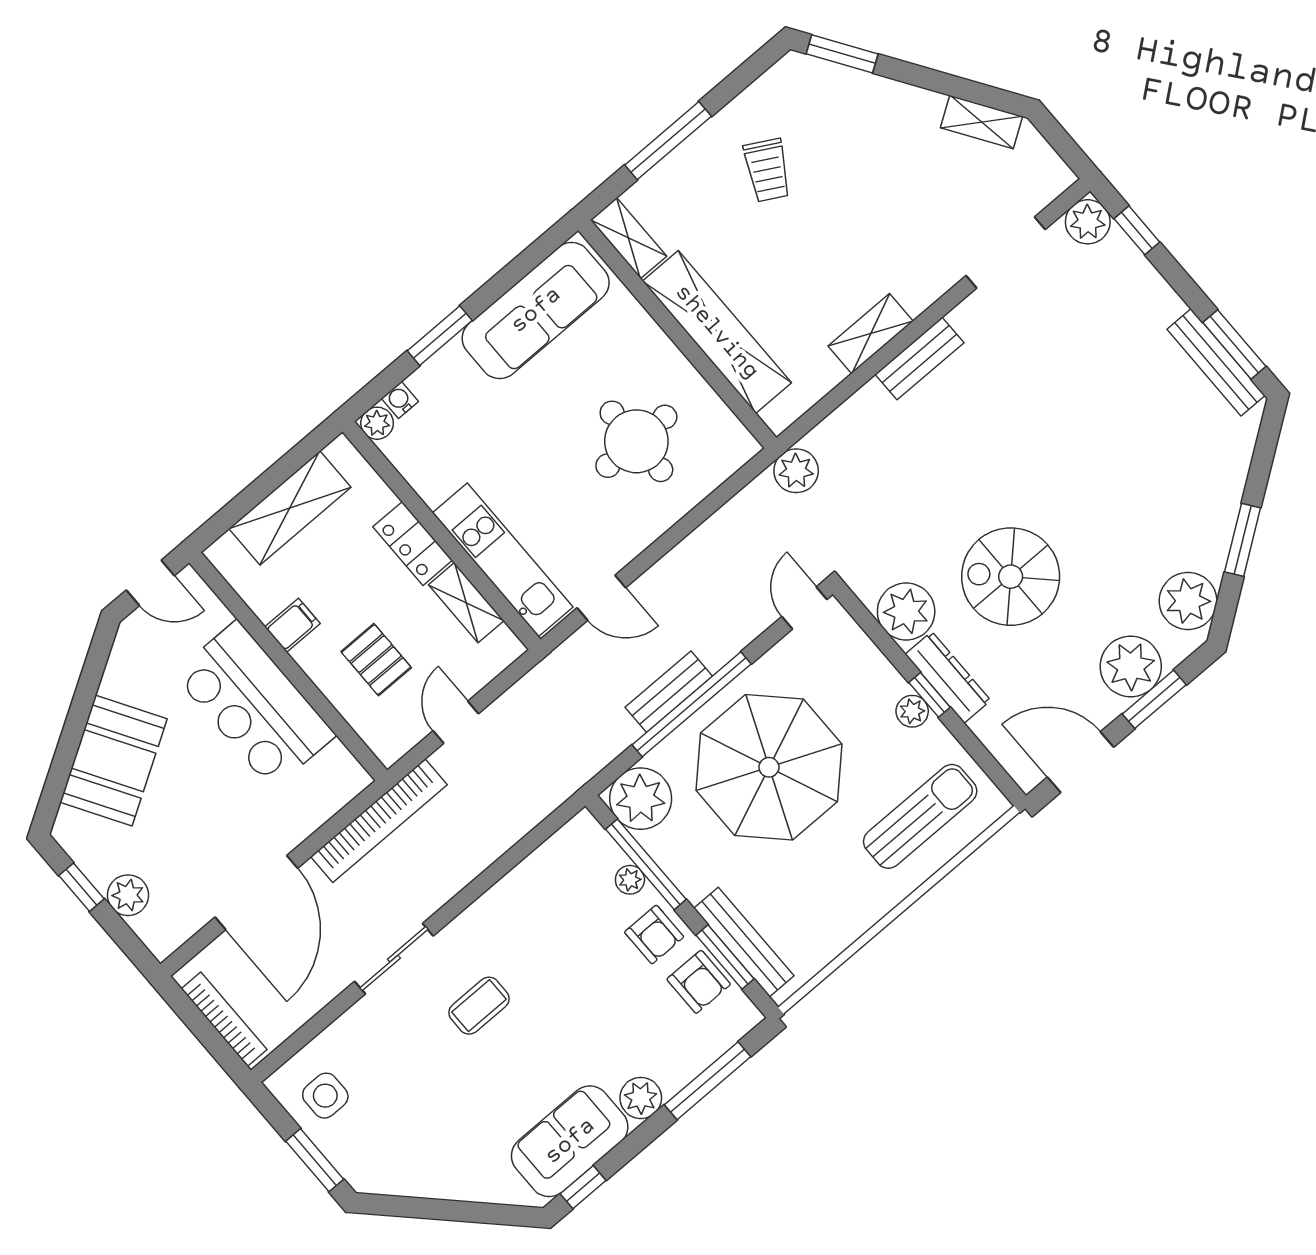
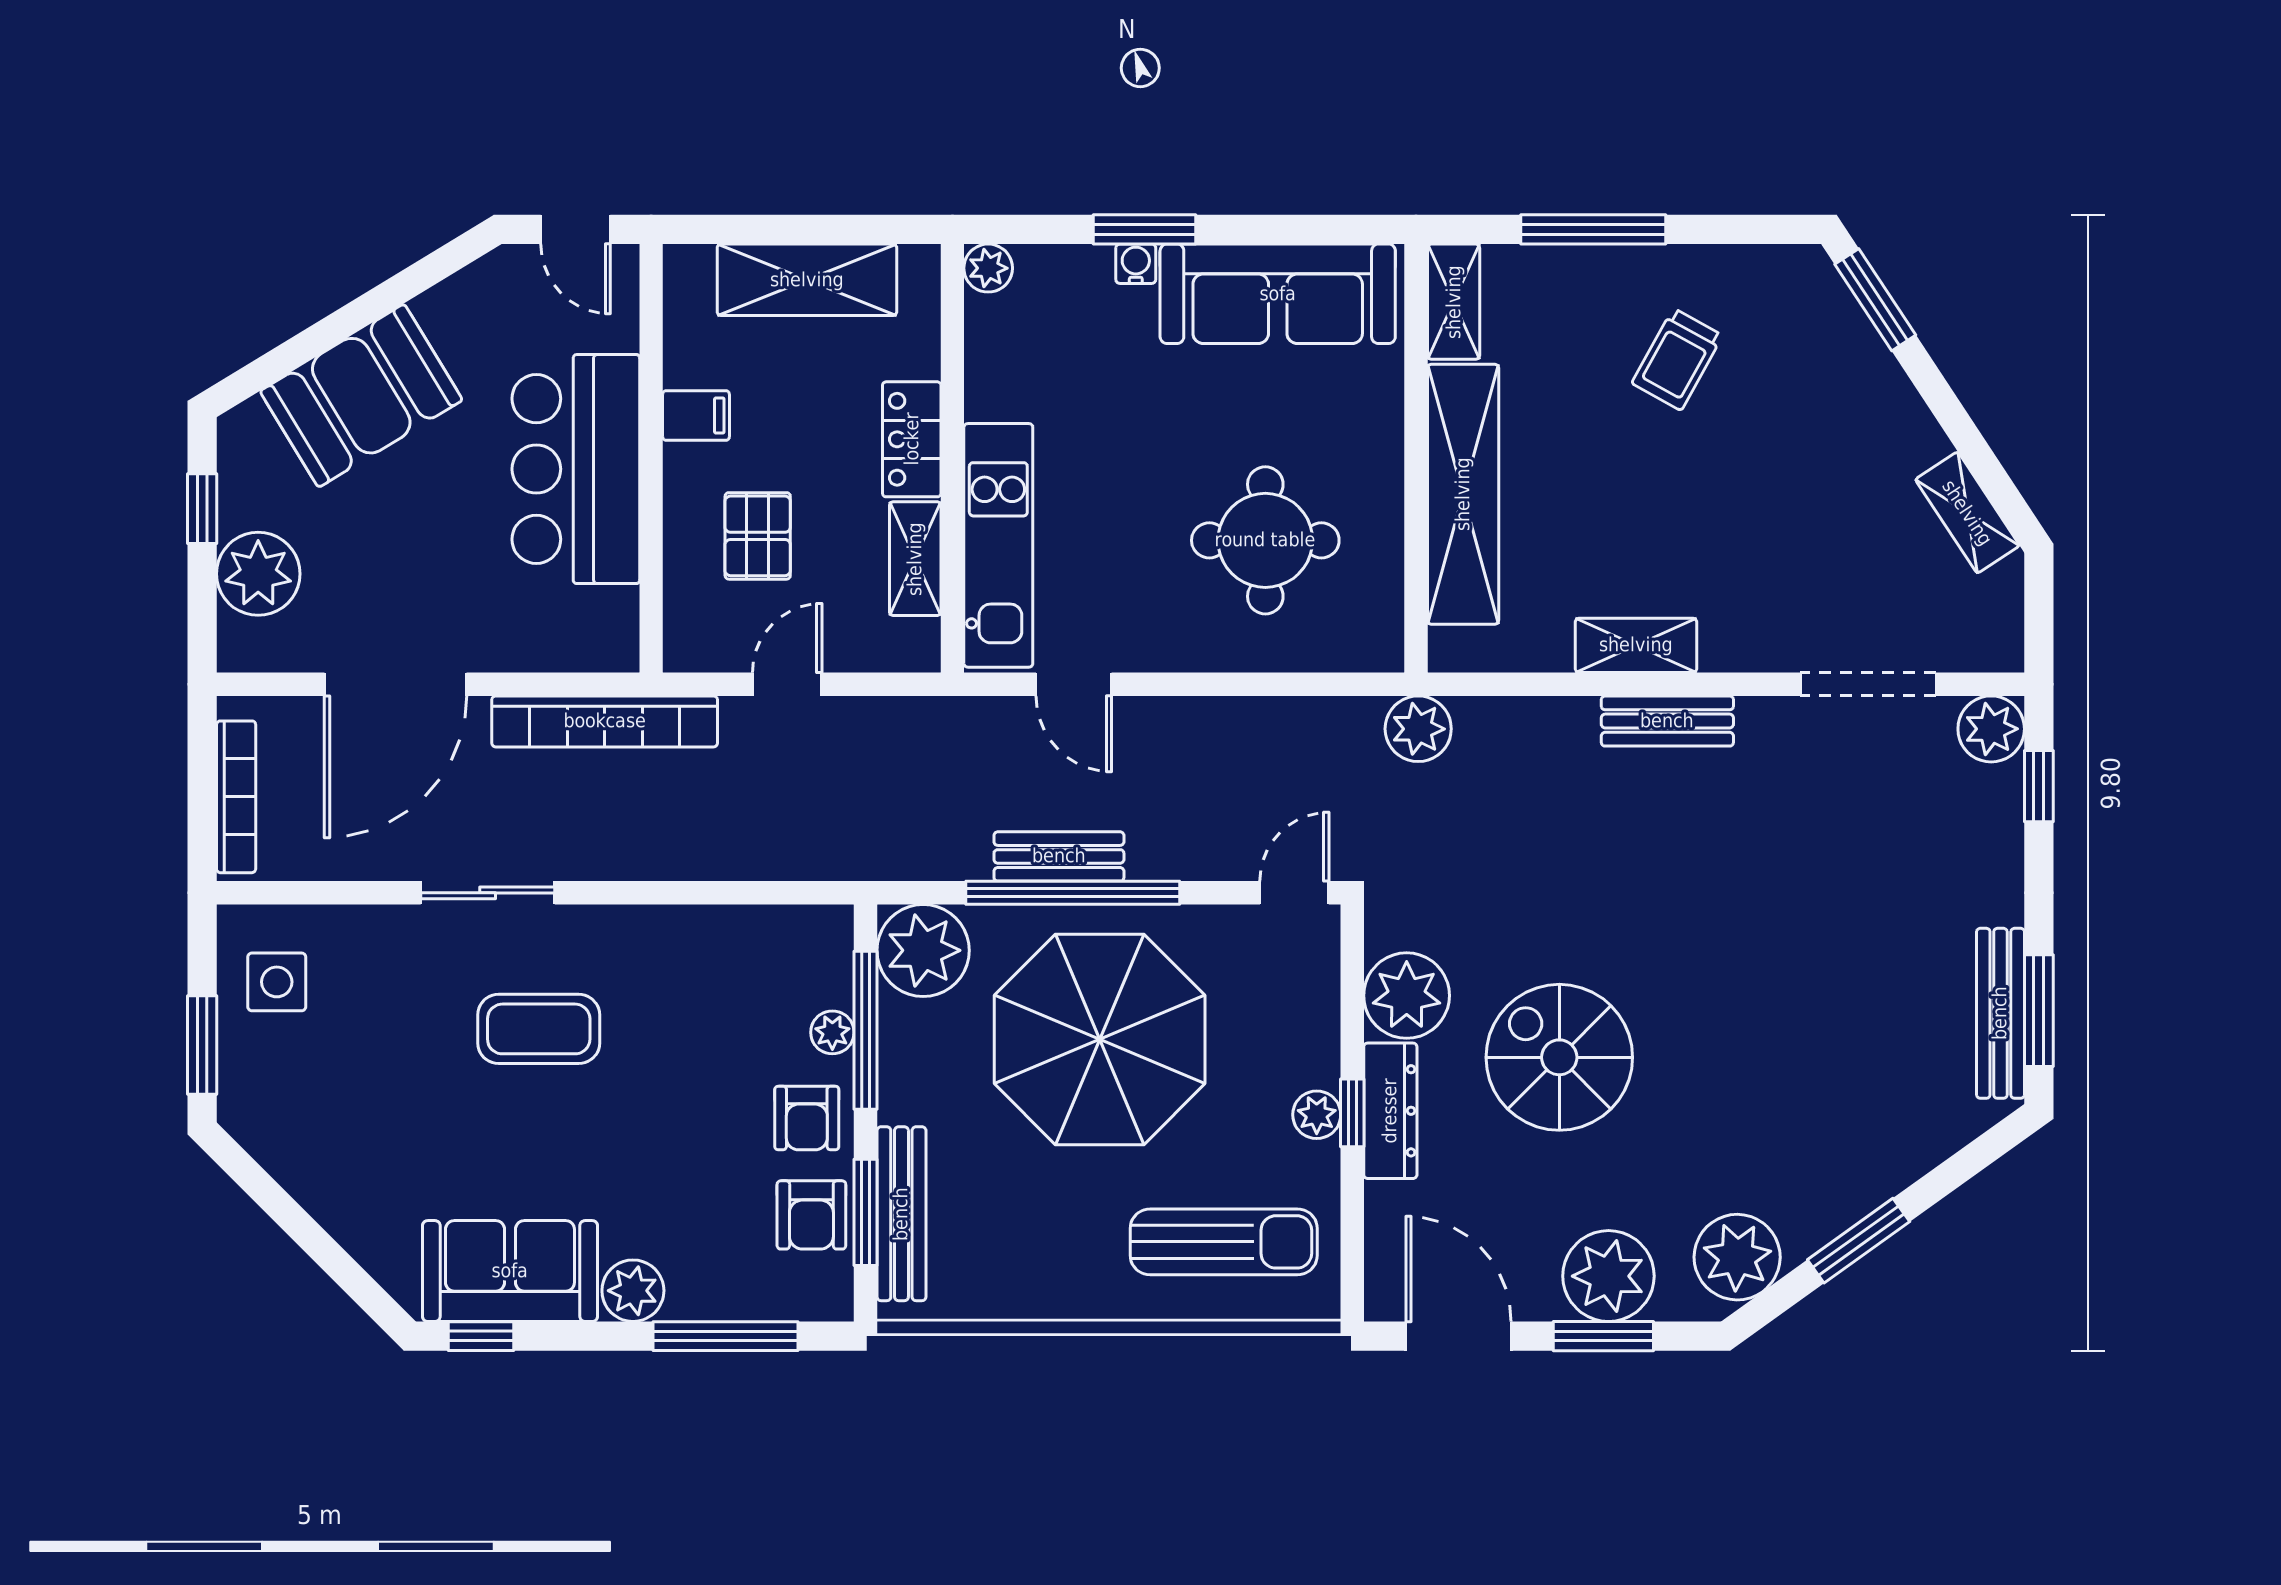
water cooler: (400, 400) -> (1136, 264), moved
plant: (128, 895) -> (258, 574), width x1.36, depth x1.36
coffee table: (479, 1006) -> (539, 1029), width x1.36, depth x1.30

